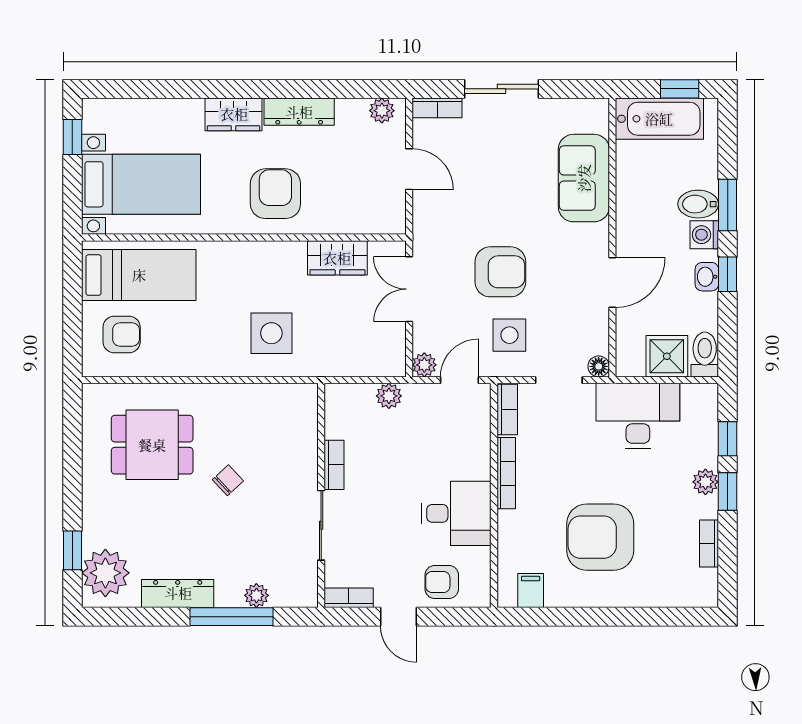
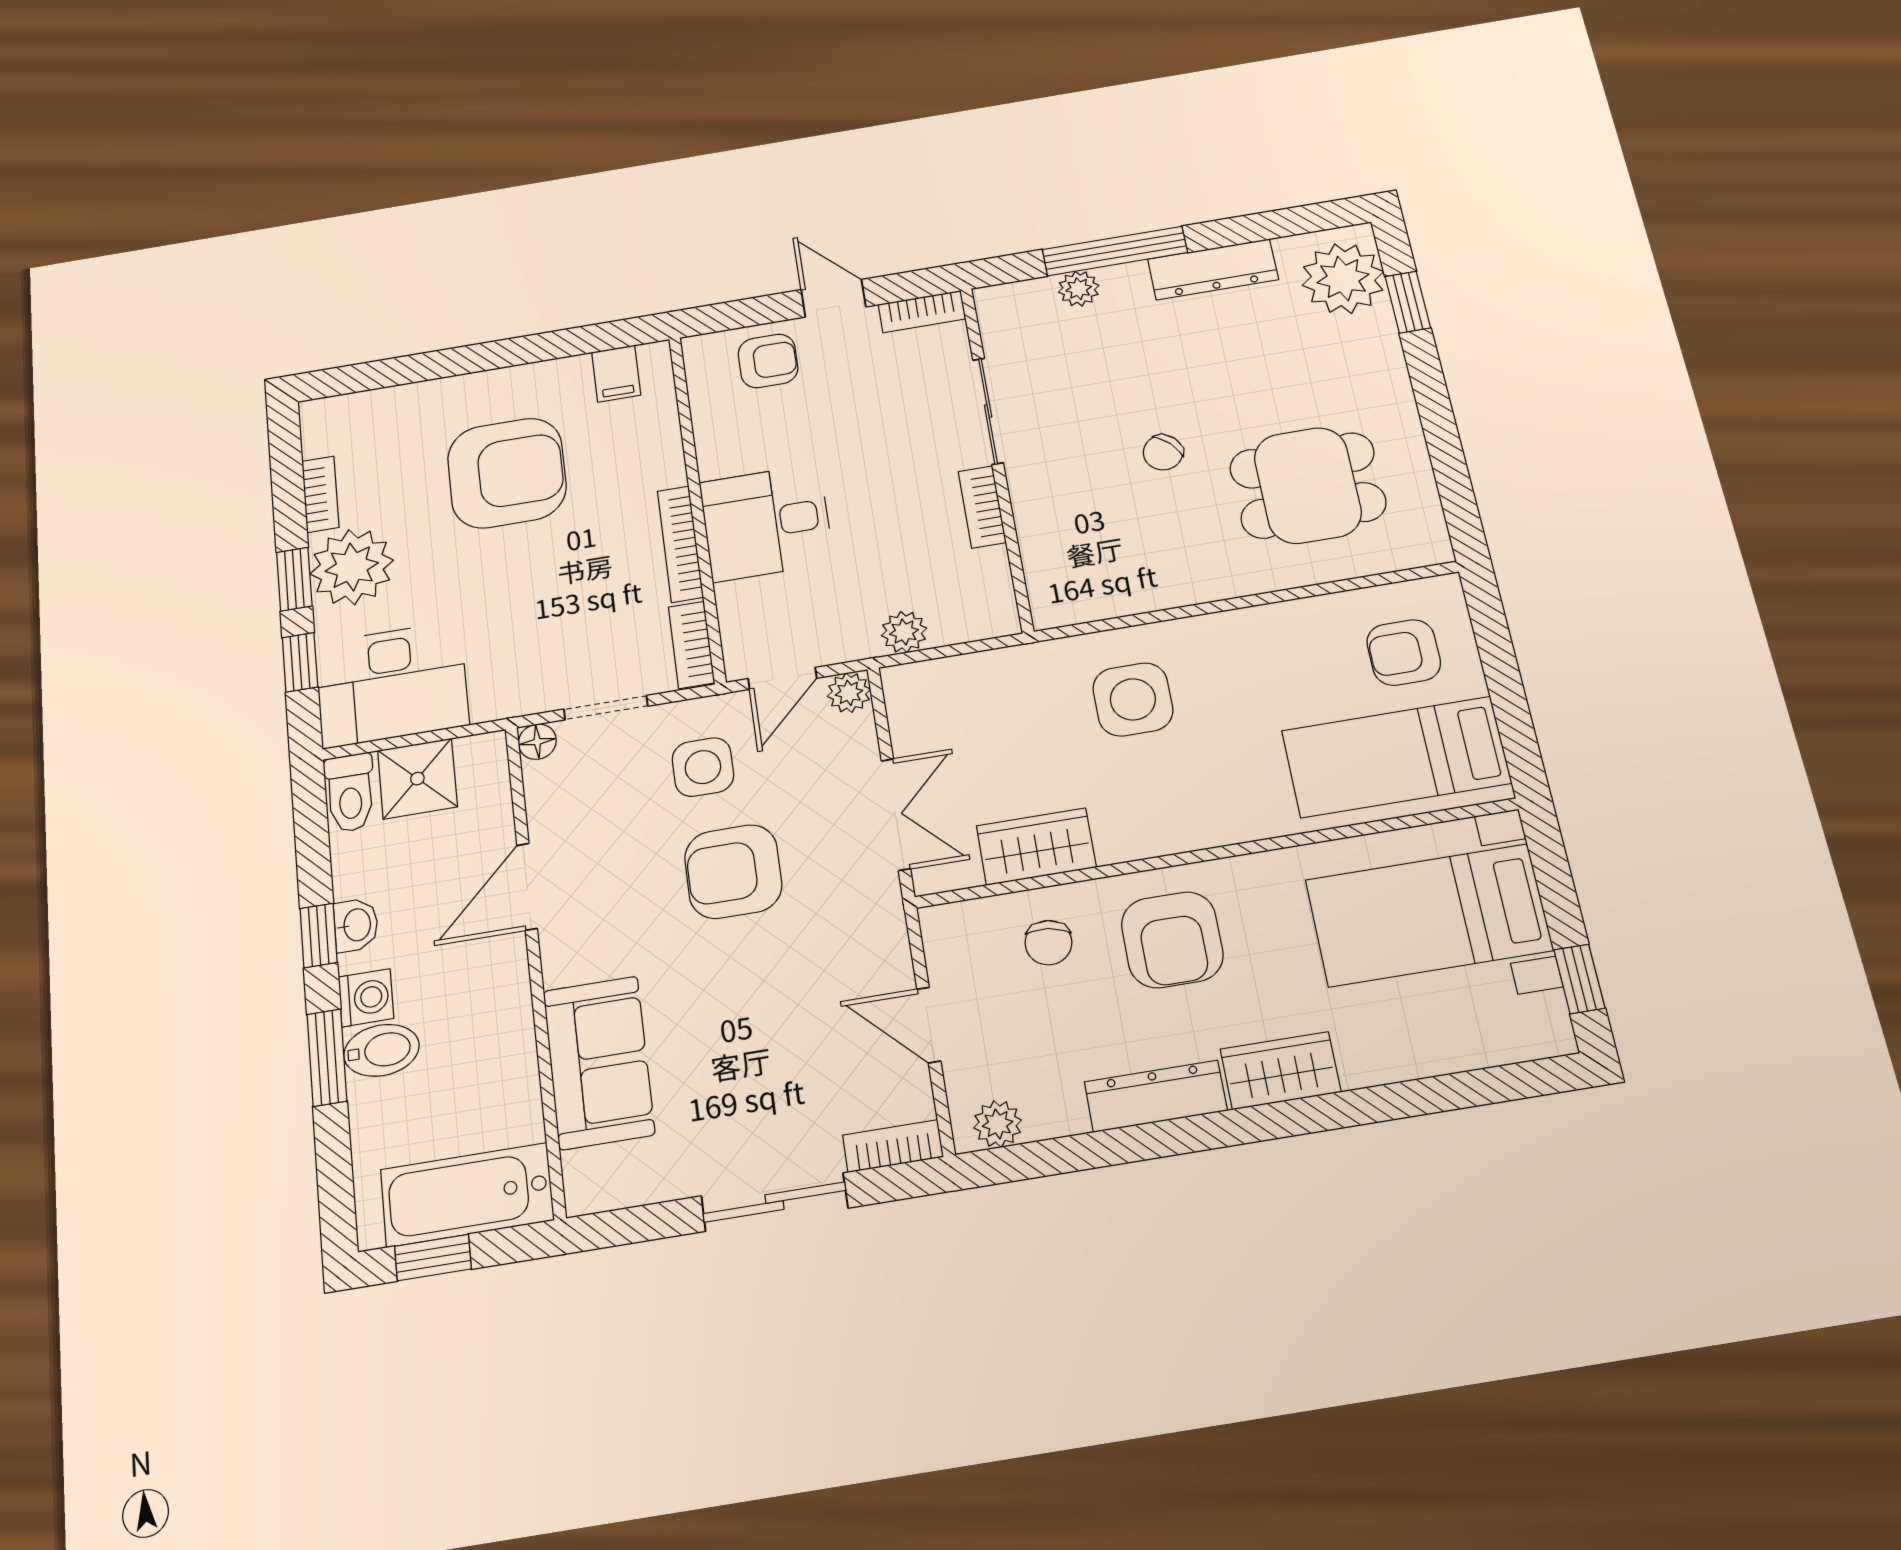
chair: (340, 203) -> (1048, 943), added
desk: (638, 416) -> (392, 684), moved
plant: (705, 482) -> (352, 567), width x1.88, depth x1.88
desk: (456, 513) -> (766, 523), moved

